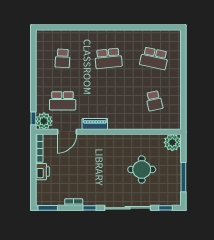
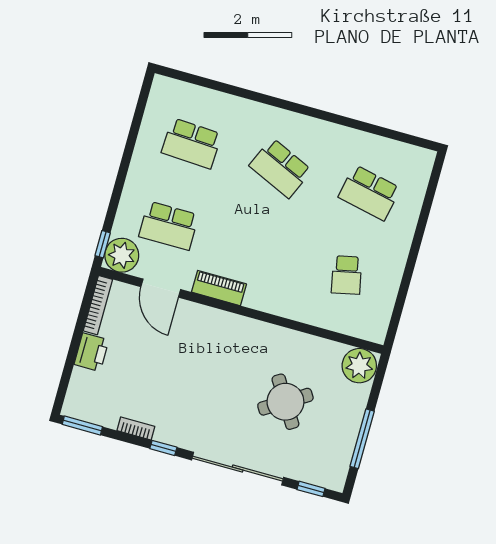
school desk: (63, 58) -> (192, 143), width x1.85
school desk: (108, 58) -> (281, 168), turned 30
door: (67, 132) -> (161, 288), hinge flipped
round table: (142, 170) -> (285, 402), turned -32

